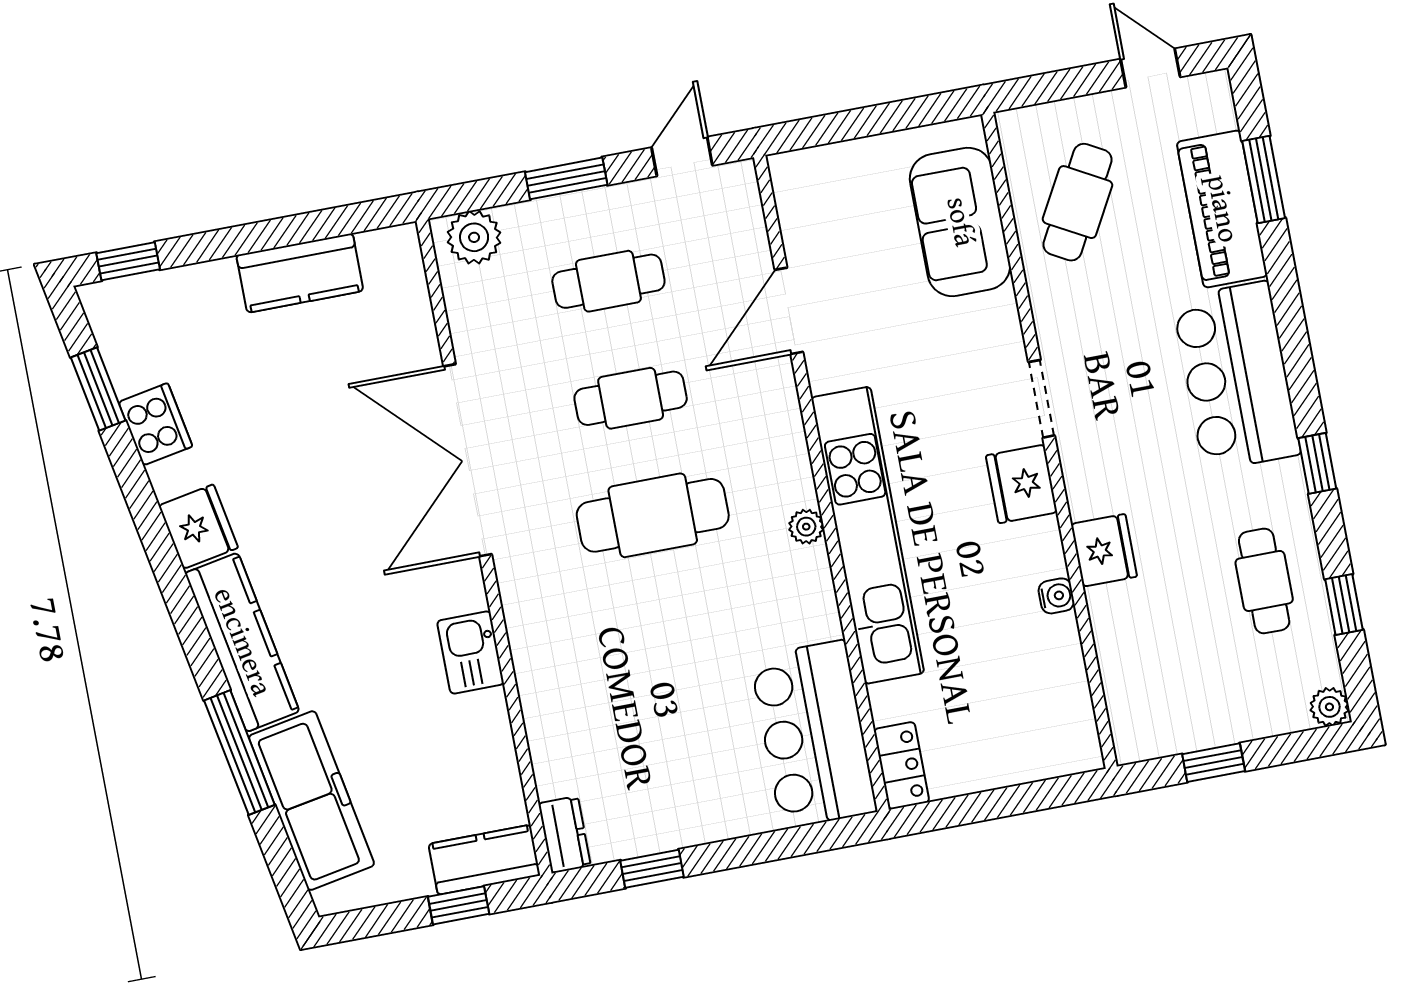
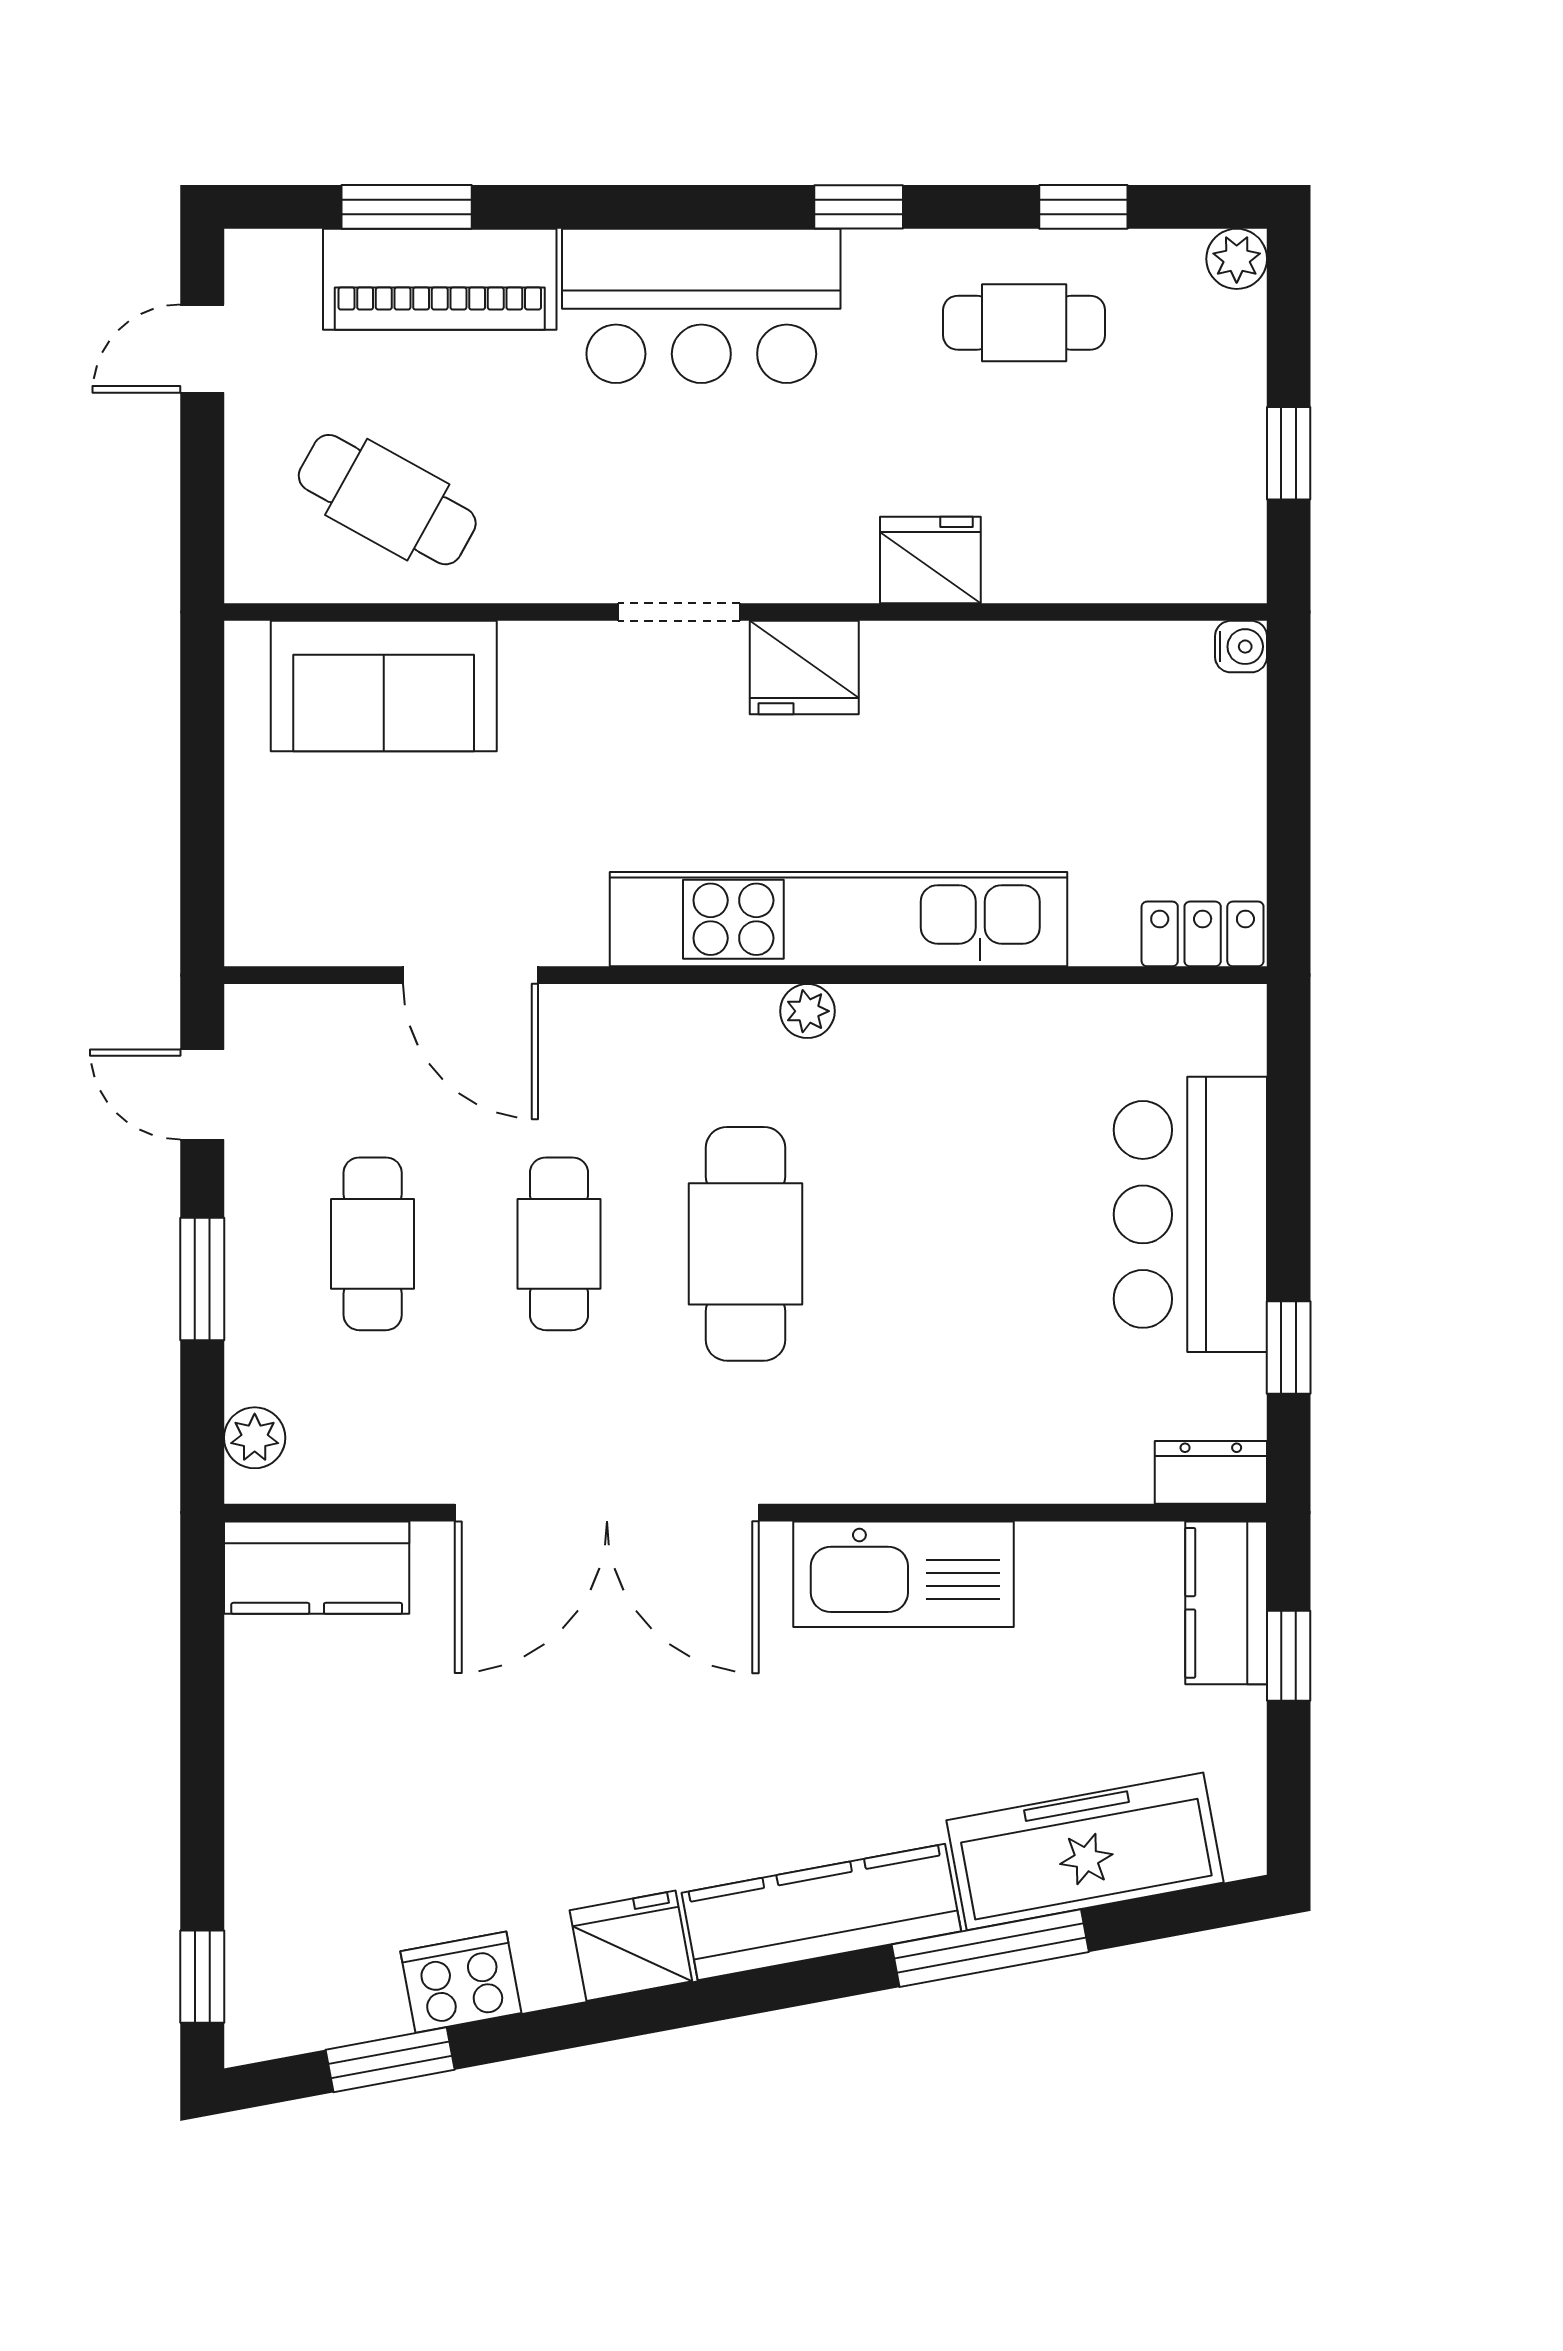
plant: (474, 237) -> (255, 1438), width x0.73, depth x0.73
kitchen counter: (300, 273) -> (317, 1568), moved, turned 90
water cooler: (1056, 596) -> (1241, 647), moved, turned 90
kitchen sink: (471, 653) -> (903, 1574), width x1.87, depth x1.24
bar counter: (813, 734) -> (1190, 1214), moved, turned 90

